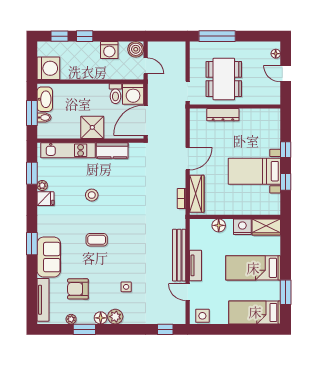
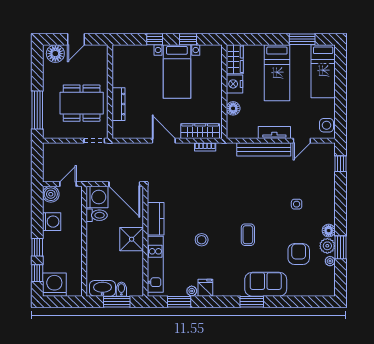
floor lamp: (276, 54) -> (55, 54), width x1.89, depth x1.89
washing machine: (48, 68) -> (54, 285), moved
armchair: (78, 289) -> (299, 254), turned 180
tv unit: (43, 300) -> (310, 290), removed
plant: (115, 317) -> (327, 246), moved

